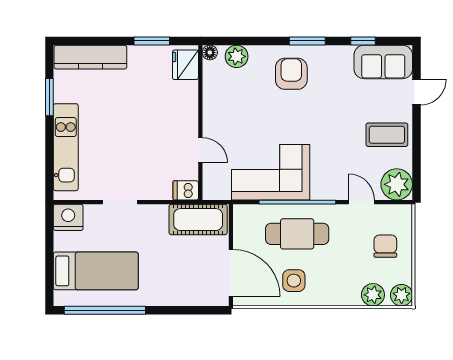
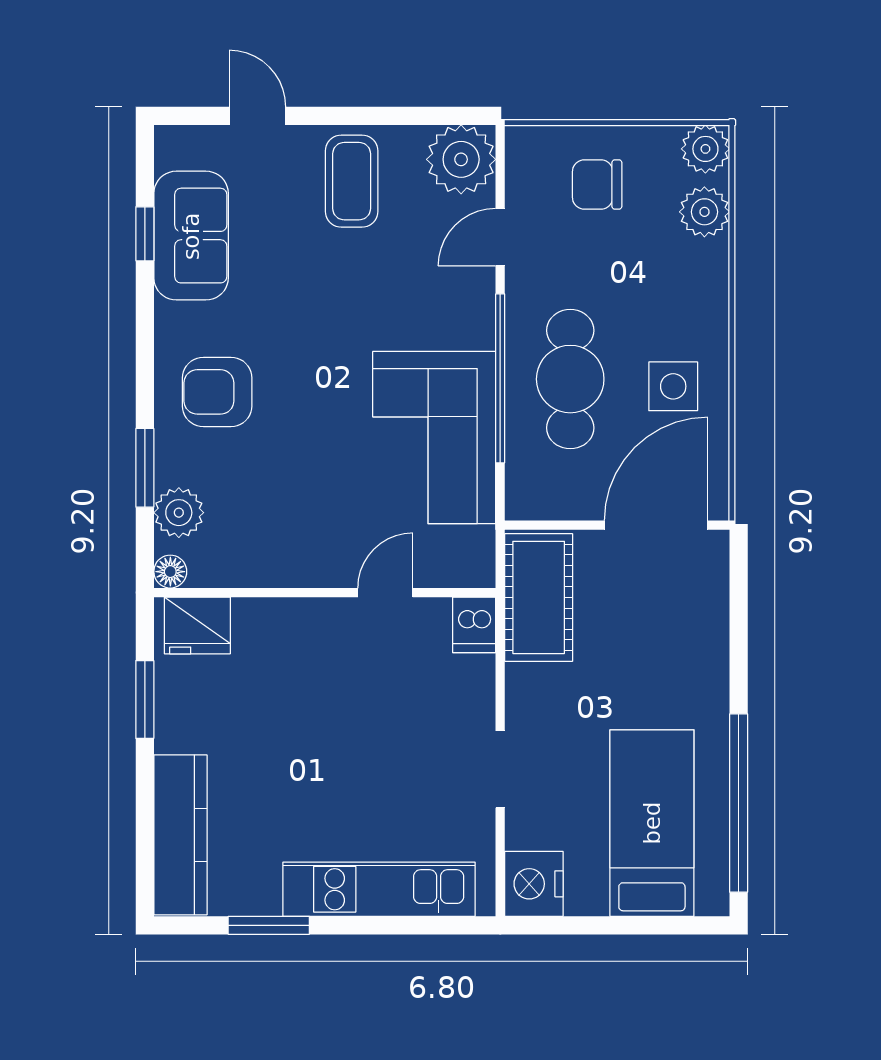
window: (307, 41) -> (145, 468), moved
sofa: (383, 62) -> (191, 236), moved

